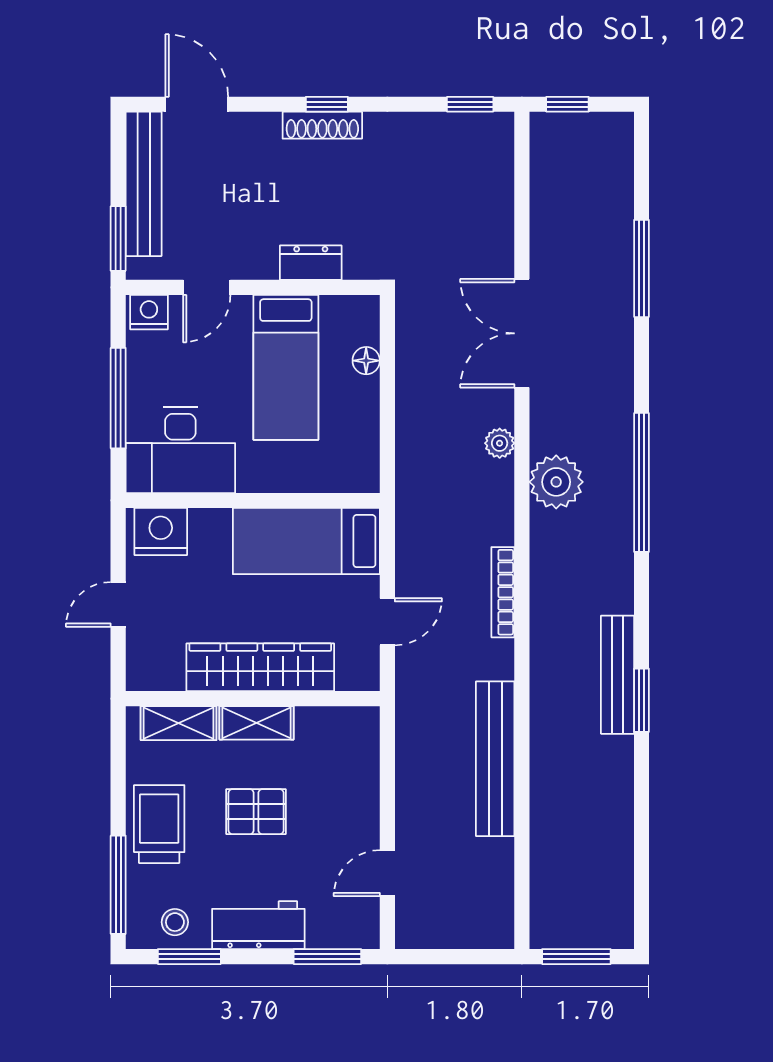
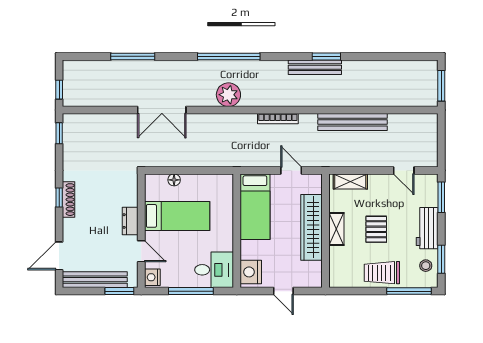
dresser: (311, 263) -> (130, 221), moved
plant: (500, 443) -> (211, 120), removed
desk: (180, 450) -> (214, 270), width x0.73
shelving: (179, 723) -> (350, 181), moved, turned 90

